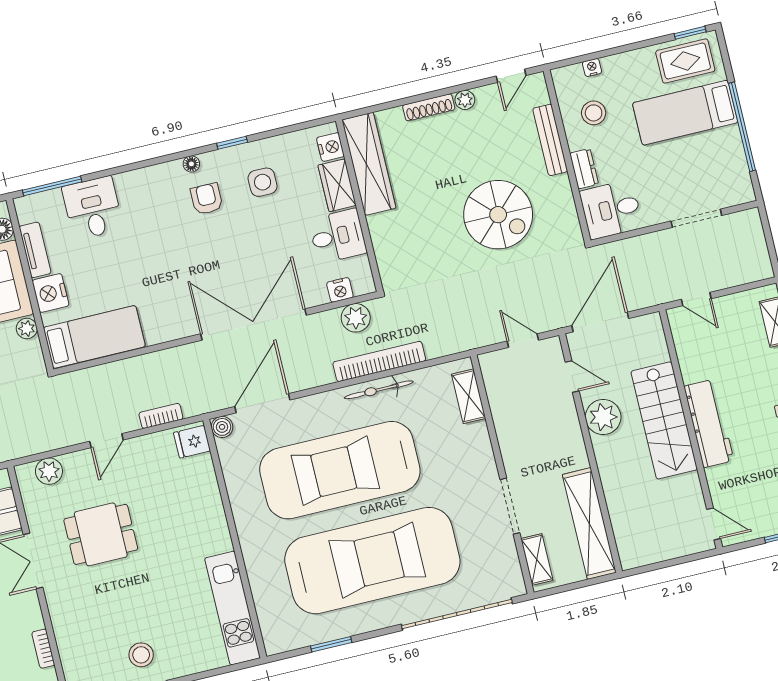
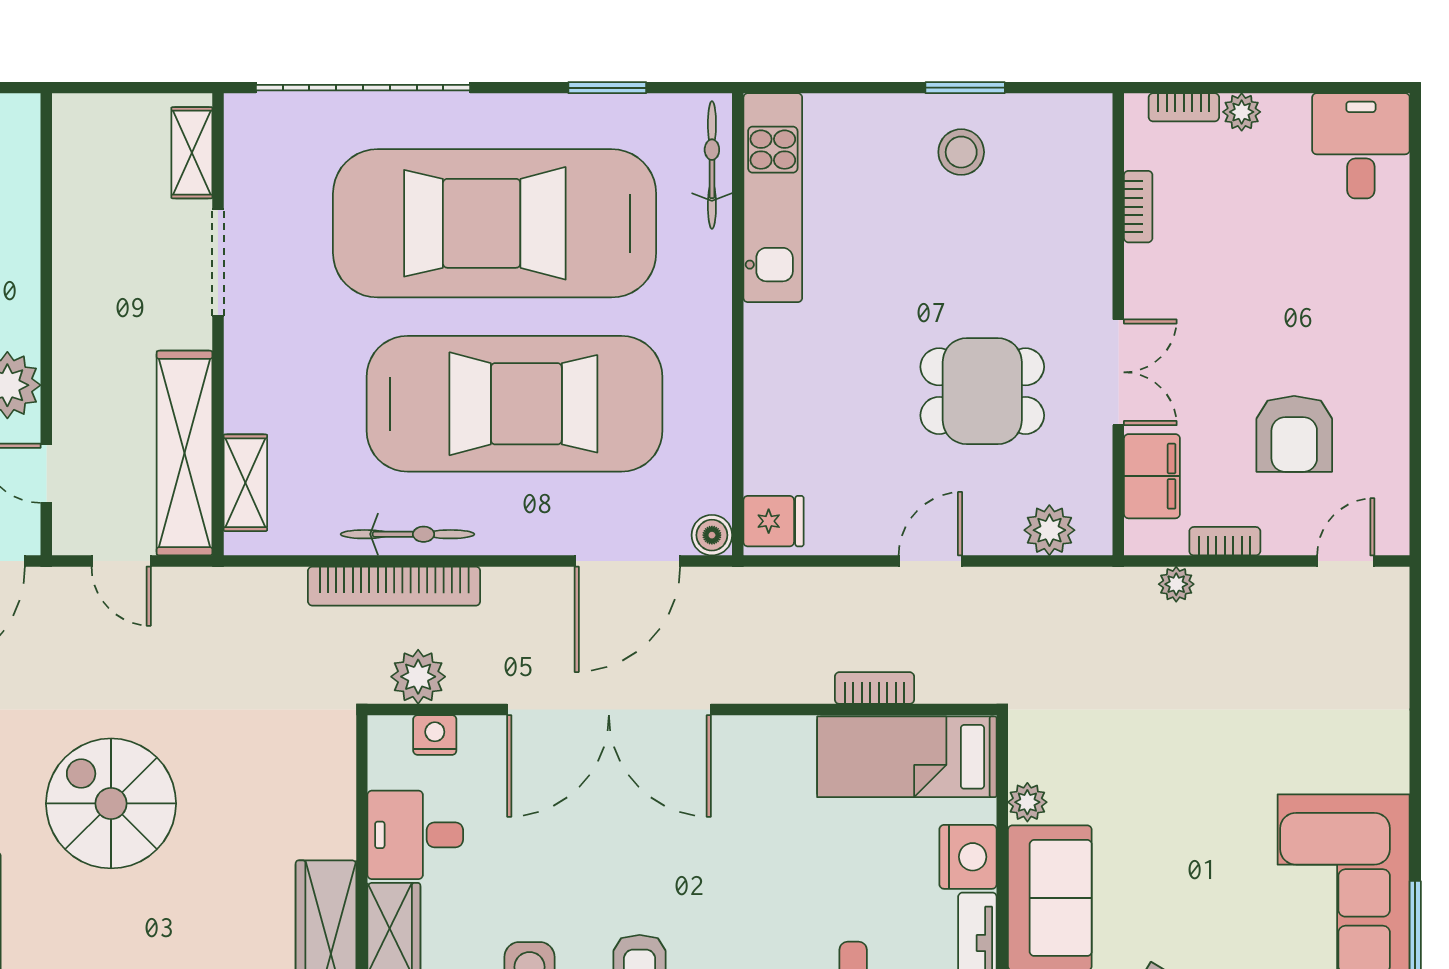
bookcase: (161, 416) -> (874, 688), moved, turned 180
shelving: (589, 524) -> (184, 453), moved
bicycle: (268, 617) -> (712, 165), added

